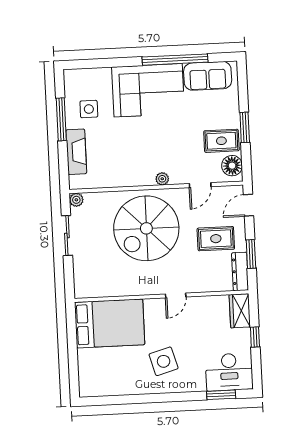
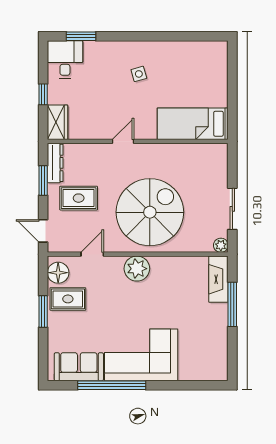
side table: (89, 109) -> (203, 338), removed
window: (61, 119) -> (232, 304), moved
fireplace: (76, 152) -> (218, 279), moved
plant: (162, 179) -> (137, 269), width x1.88, depth x1.88
door: (249, 205) -> (43, 231), swing flipped
bed: (110, 323) -> (193, 124), width x0.67
side table: (164, 361) -> (139, 74), width x0.54, depth x0.54
desk: (229, 372) -> (65, 60), width x0.73

